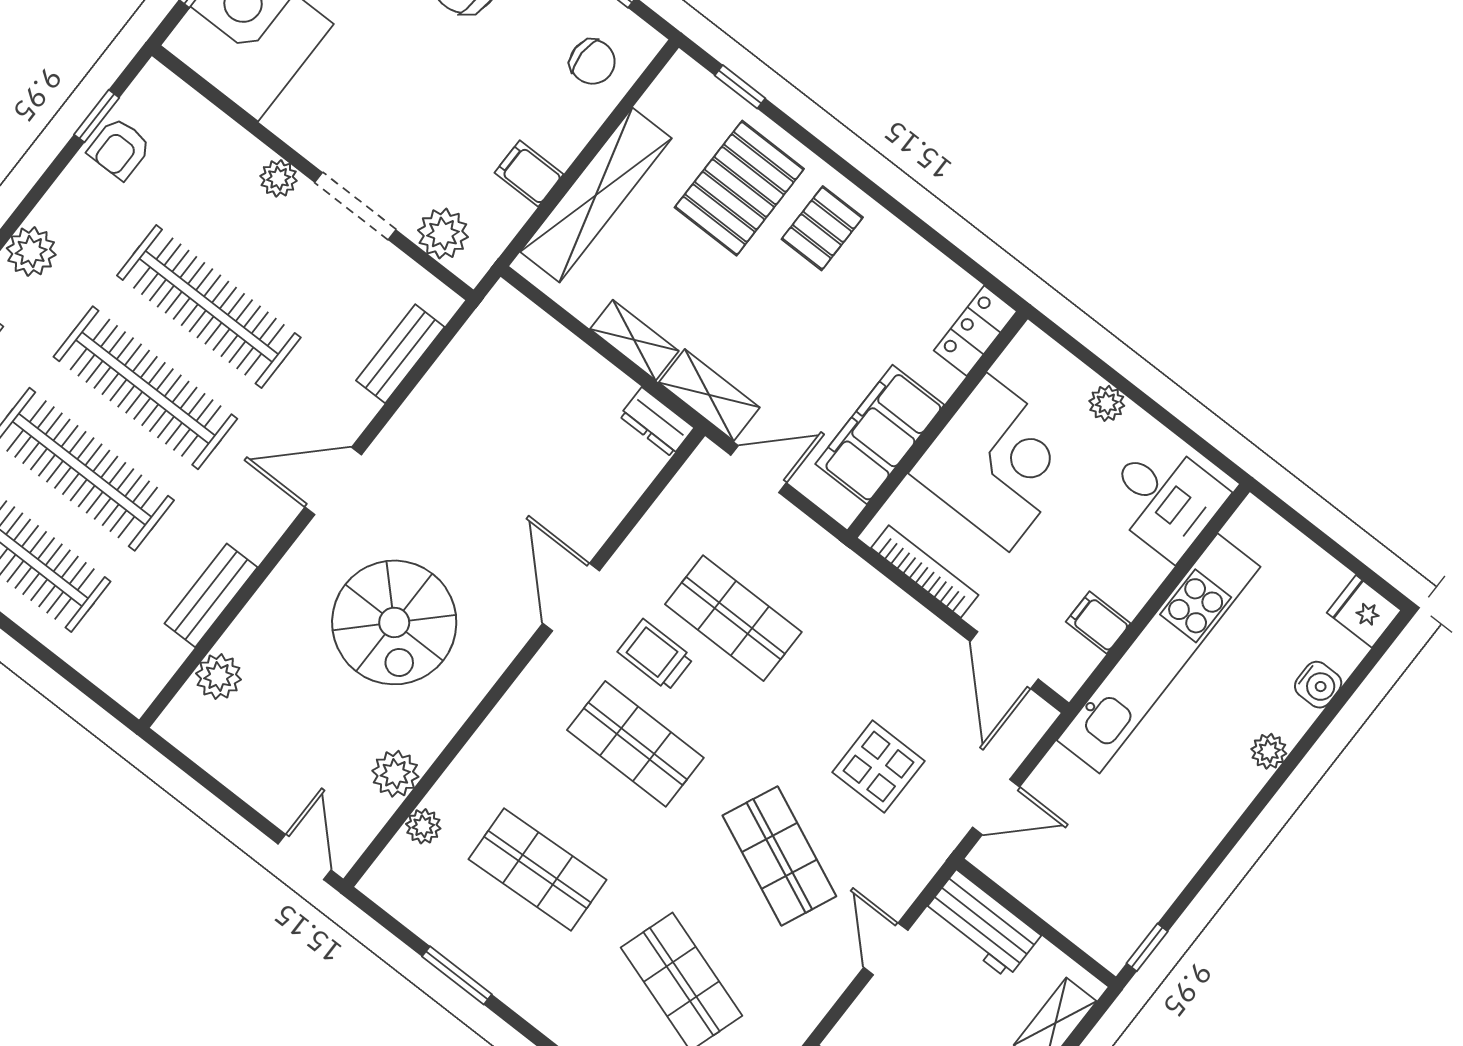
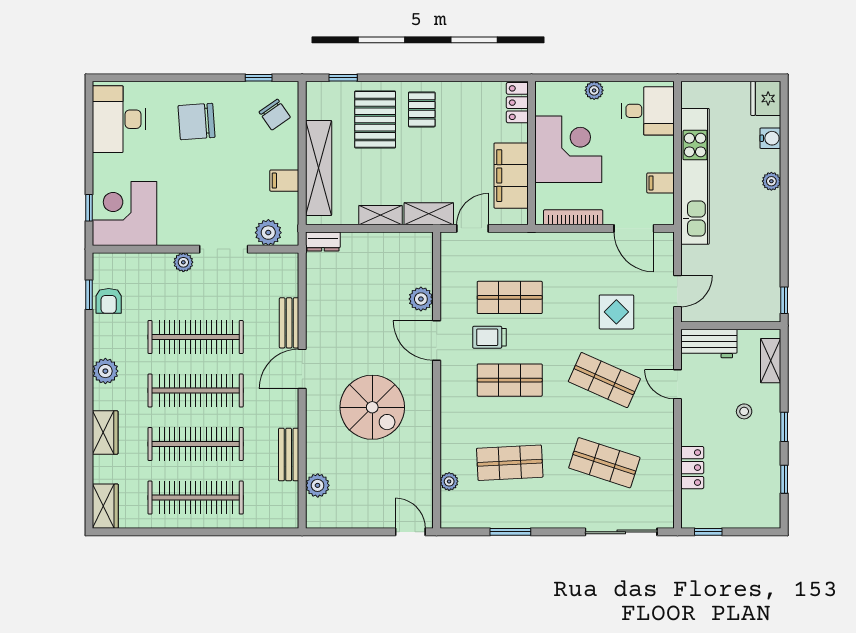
chair: (592, 62) -> (275, 115), turned 55
bench: (400, 354) -> (289, 323), moved
dresser: (657, 422) -> (323, 242), moved
fridge: (1364, 611) -> (766, 98), width x1.38
plant: (395, 774) -> (421, 299), moved

